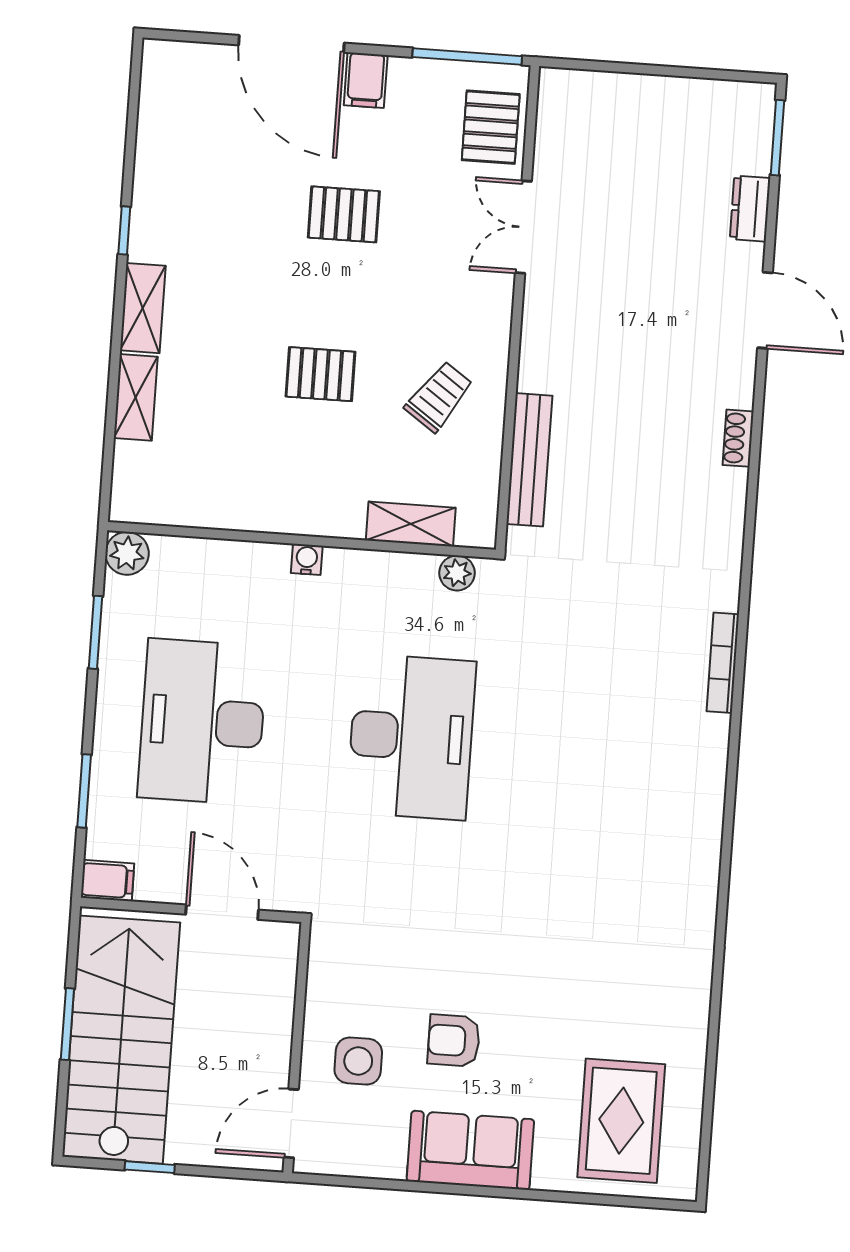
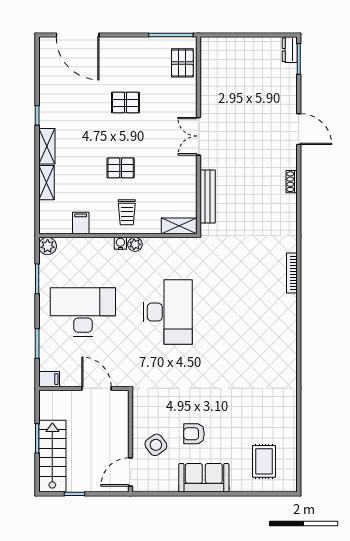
door: (291, 44) -> (78, 35), moved
filing cabinet: (366, 80) -> (81, 223), moved, turned 180
dresser: (750, 209) -> (290, 50), moved
double door: (523, 227) -> (198, 136), moved
trolley: (439, 397) -> (127, 212), moved, turned 145
shelving: (411, 524) -> (179, 226), moved
plant: (457, 573) -> (135, 244), moved
desk: (202, 722) -> (83, 312), turned 90
stairs: (121, 1040) -> (52, 456), width x0.73, depth x0.66
side table: (358, 1061) -> (156, 445), turned -36
rug: (621, 1121) -> (264, 461), width x0.73, depth x0.70

